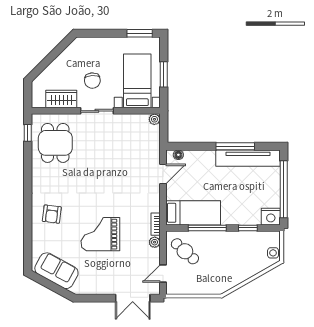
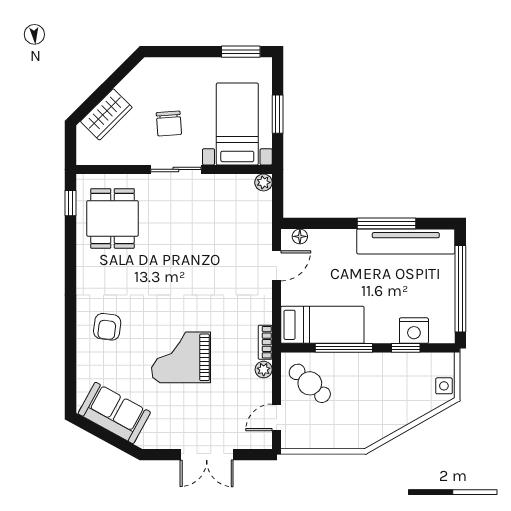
wardrobe: (61, 99) -> (106, 114), moved, turned 135
nightstand: (271, 217) -> (414, 331), moved
double door: (133, 298) -> (207, 455), moved

